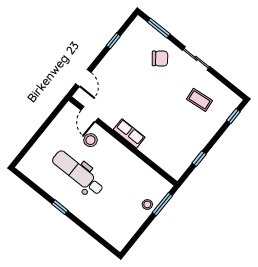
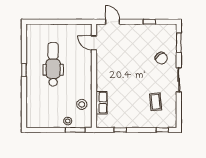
door: (83, 78) -> (113, 22), swing flipped
door: (90, 114) -> (94, 43), hinge flipped
row of seats: (129, 133) -> (102, 103), moved
stool: (90, 140) -> (82, 104), moved

